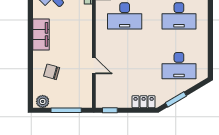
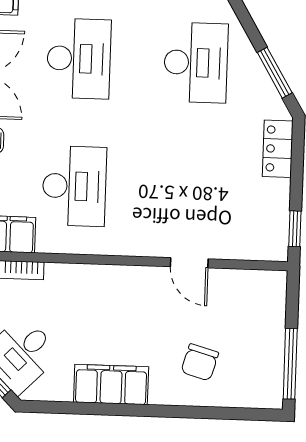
door: (94, 66) -> (189, 263), swing flipped
plant: (43, 101) -> (269, 386), removed
window: (66, 110) -> (290, 364), moved

